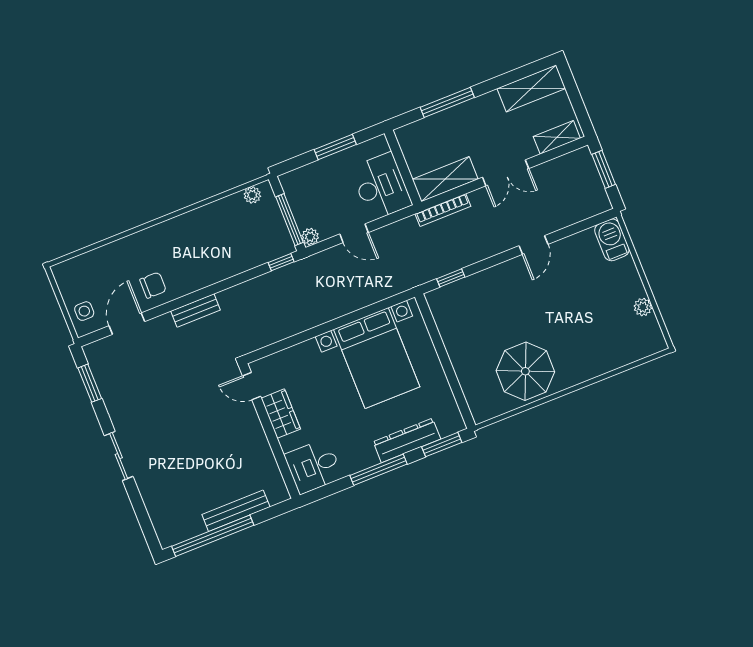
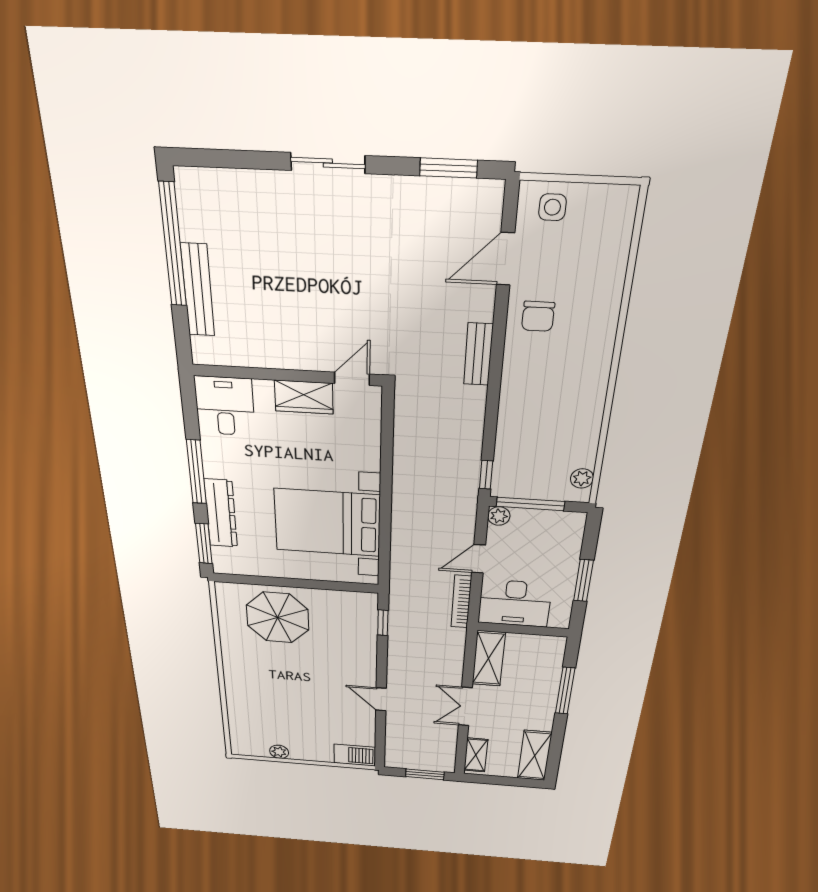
bookcase: (443, 210) -> (461, 602), moved
door: (127, 324) -> (505, 259), swing flipped
parasol: (525, 371) -> (278, 618), moved

